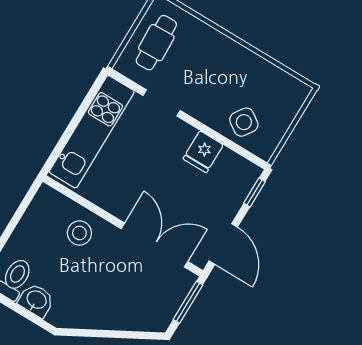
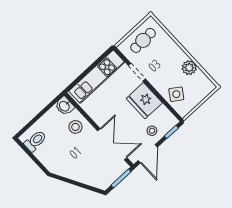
plant: (253, 68) -> (189, 68), added
fridge: (203, 152) -> (144, 101), width x1.88, depth x1.34
stool: (219, 200) -> (152, 131), added
washbasin: (36, 300) -> (65, 106), moved, turned 180

